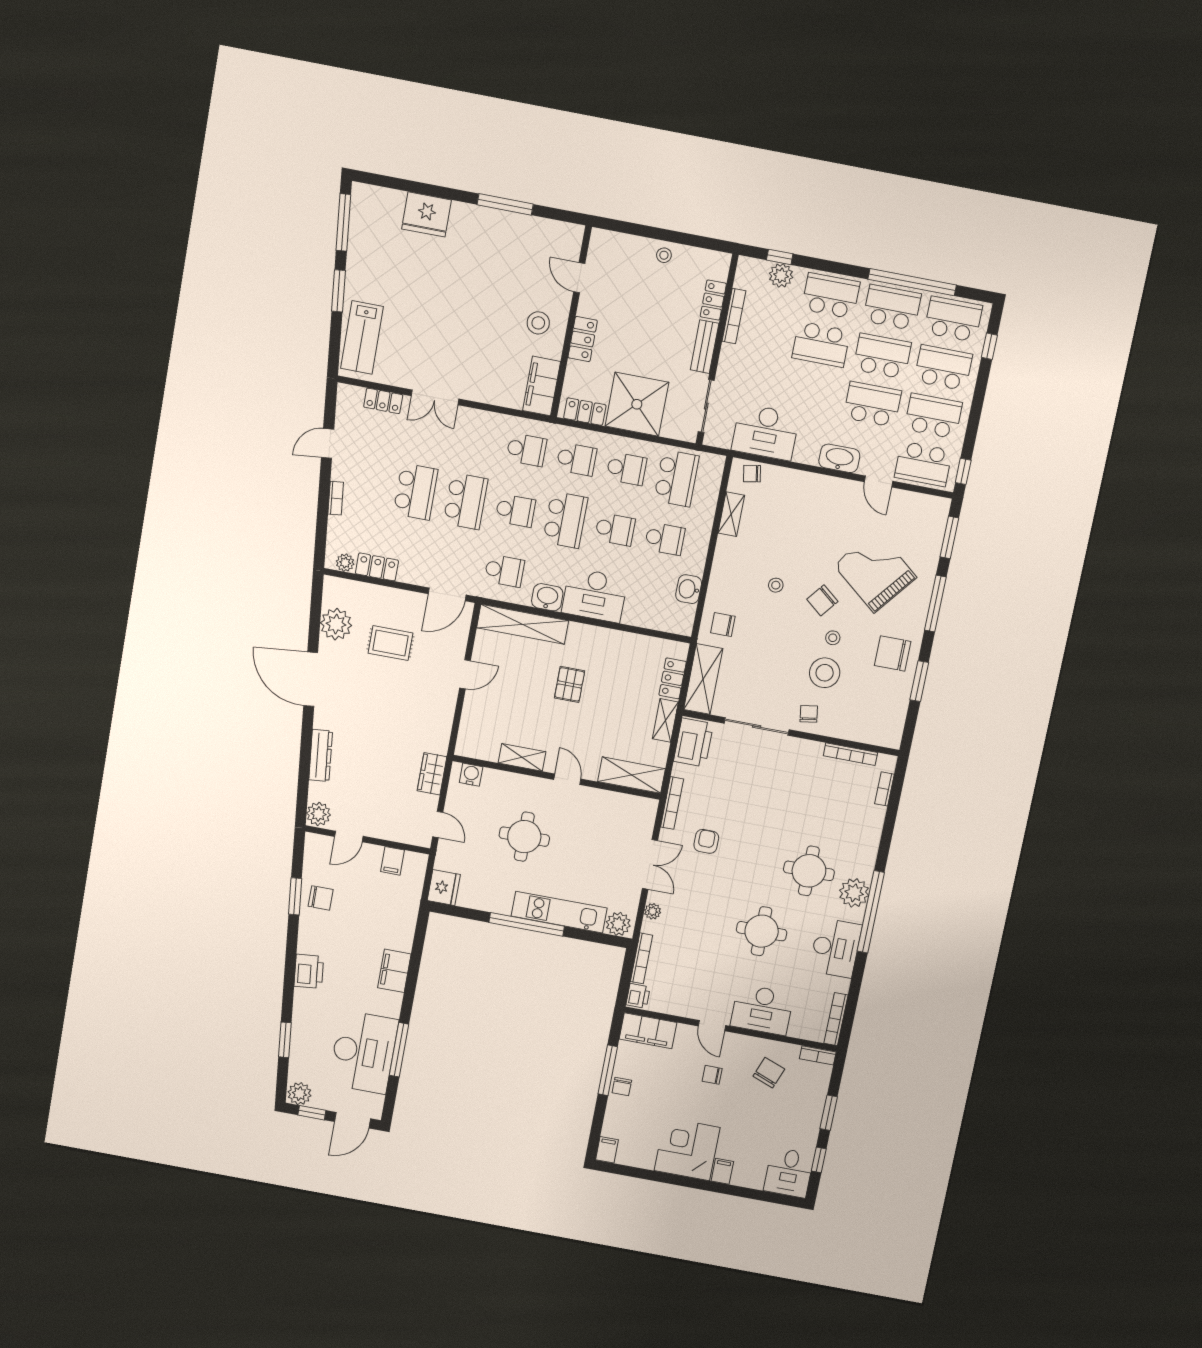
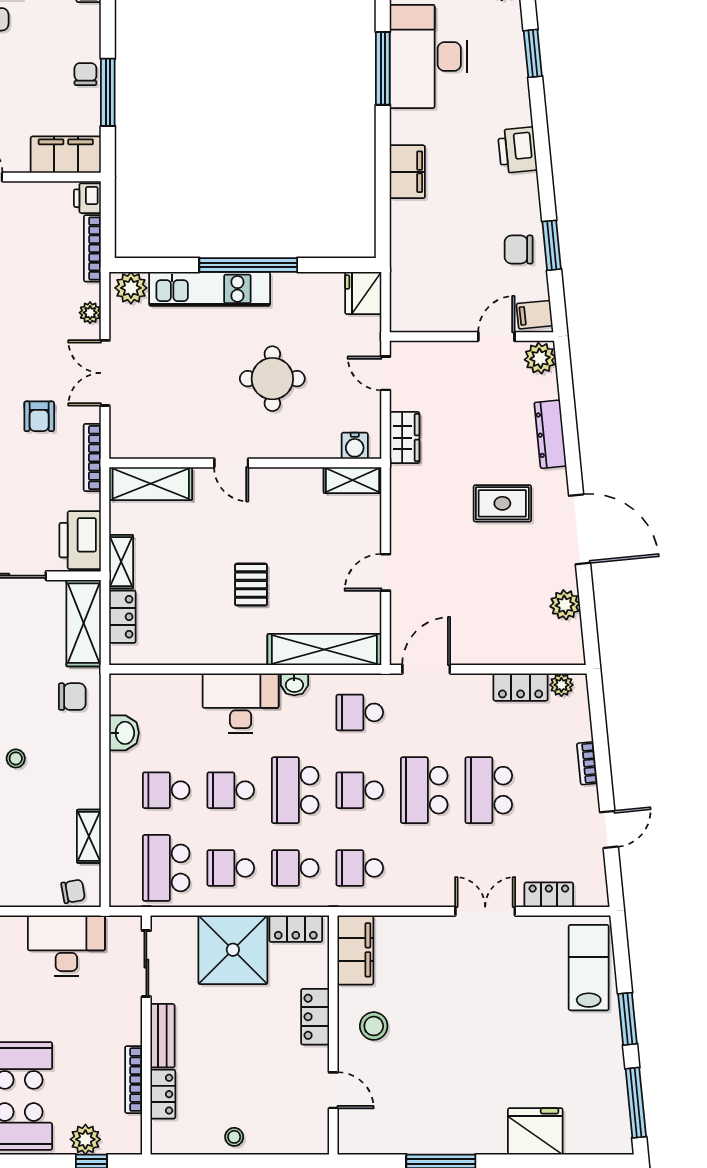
washbasin: (547, 597) -> (294, 684), width x0.72, depth x0.69
plant: (336, 624) -> (565, 605), width x0.73, depth x0.73
rug: (390, 643) -> (502, 503), moved
shelving: (522, 757) -> (353, 480), moved
filing cabinet: (392, 861) -> (534, 315), moved, turned -96

